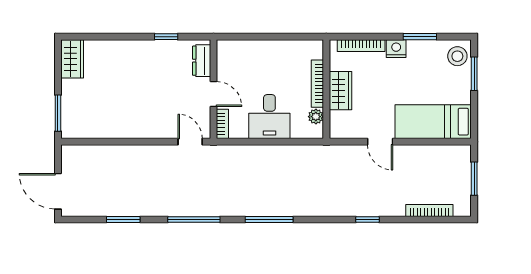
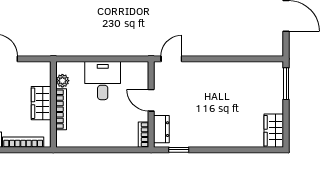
window: (166, 37) -> (179, 150), moved
bookcase: (222, 124) -> (143, 135), moved
door: (190, 142) -> (171, 59), swing flipped

